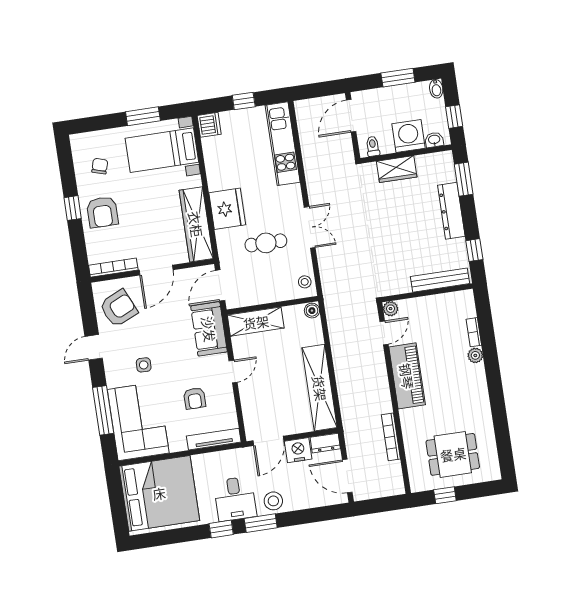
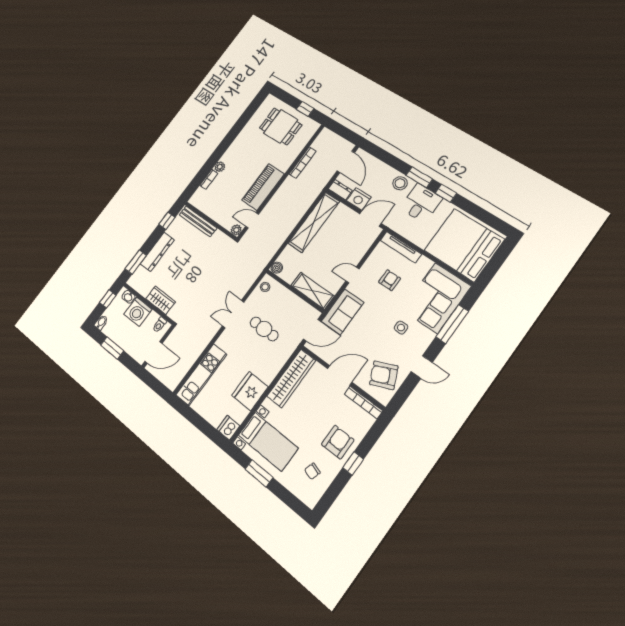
window: (244, 101) -> (197, 421), removed
fridge: (227, 209) -> (250, 391), moved

